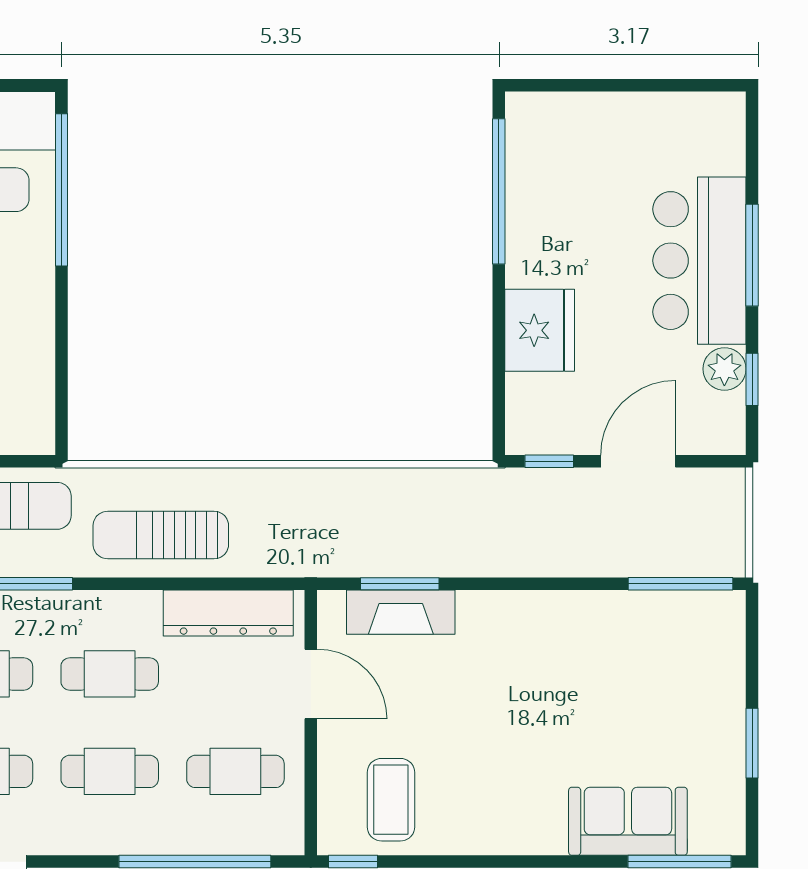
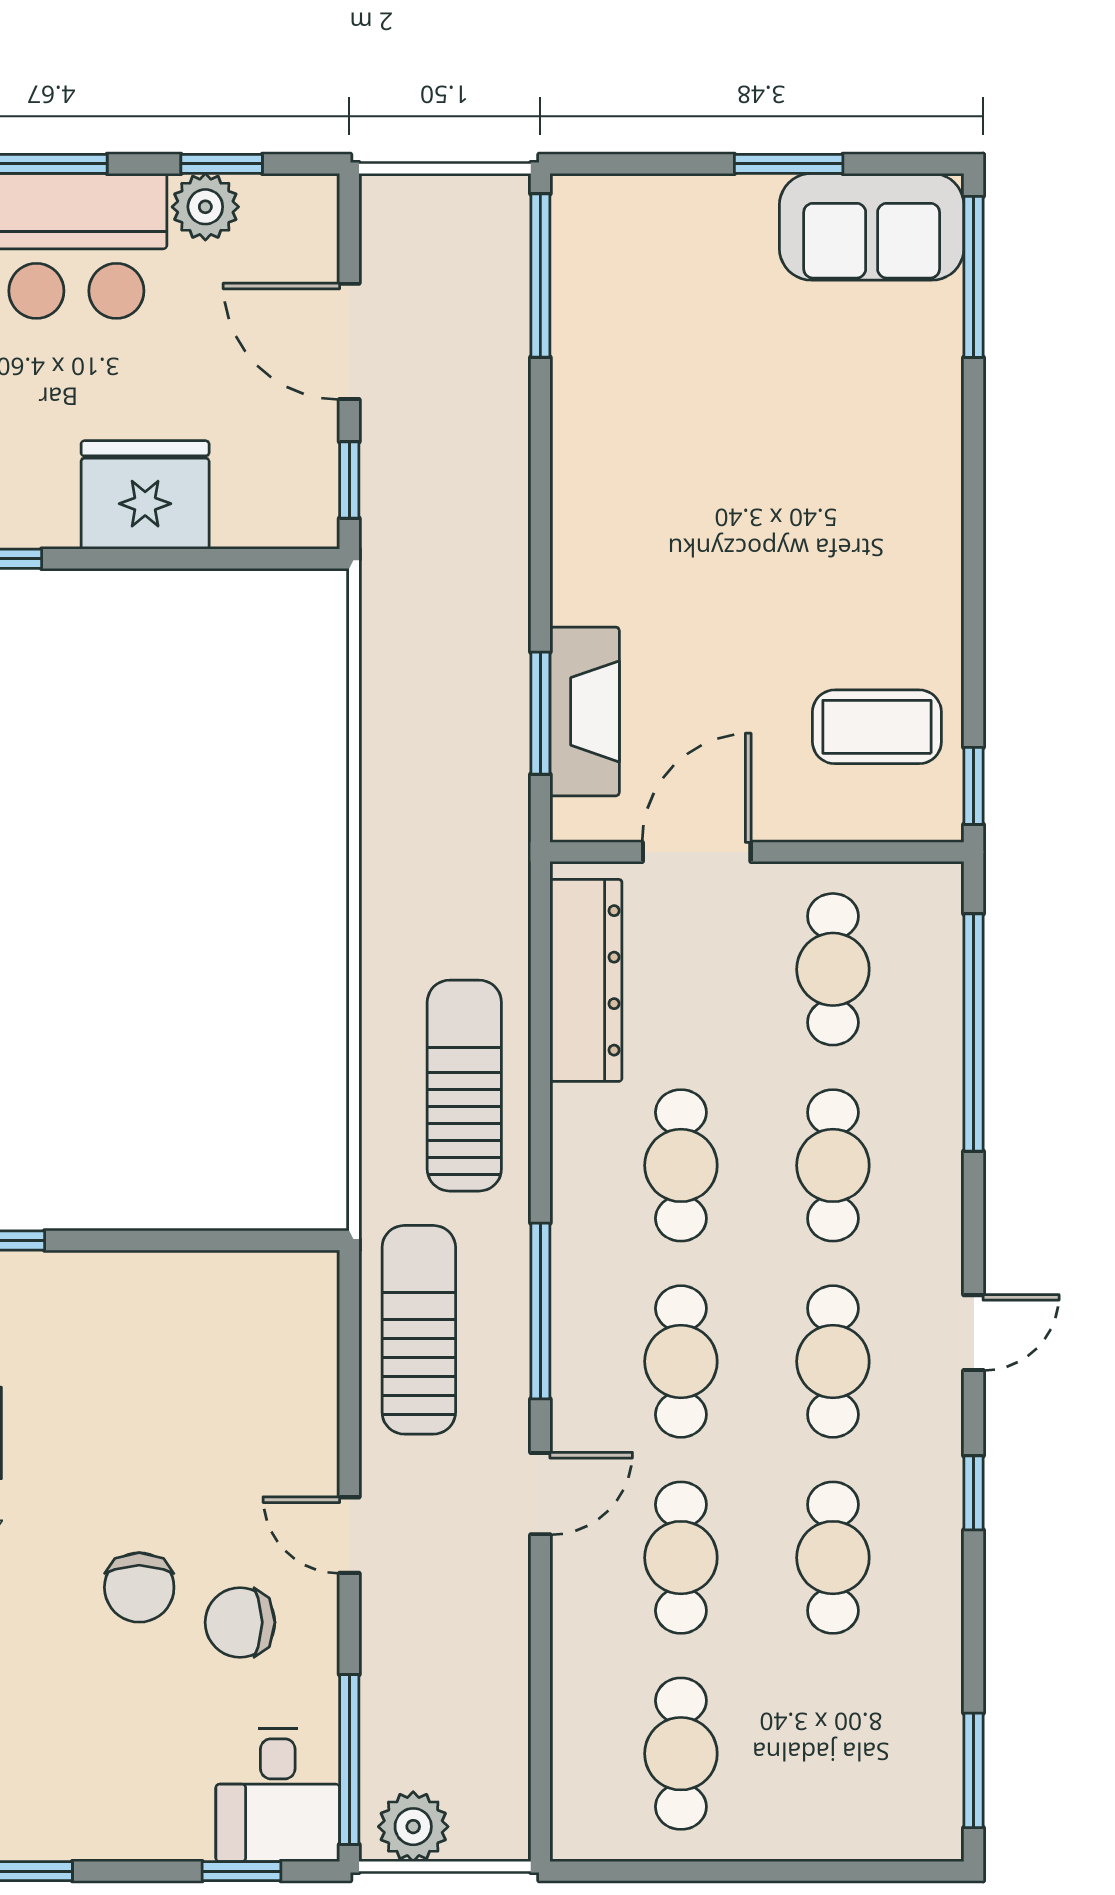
sun lounger: (161, 535) -> (464, 1086), turned 180
sofa: (628, 821) -> (872, 227), moved, turned -90

